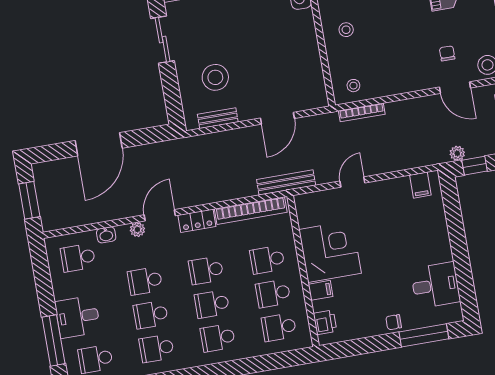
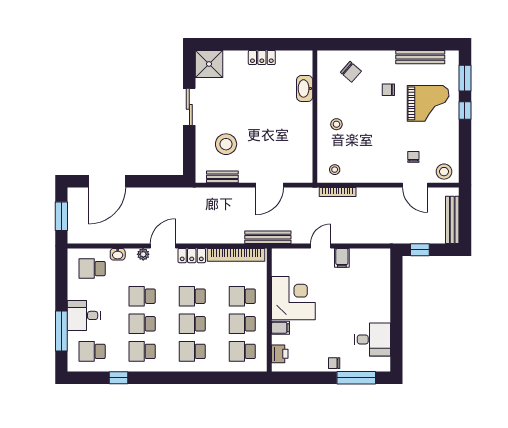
door: (99, 144) -> (107, 181), moved
plant: (457, 153) -> (408, 238), removed
filing cabinet: (420, 185) -> (342, 258), moved

